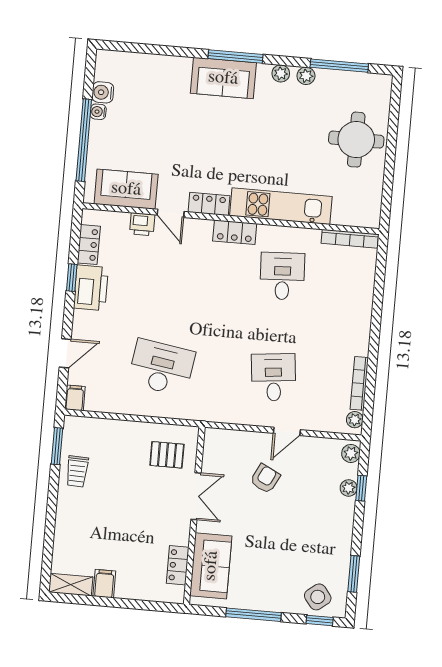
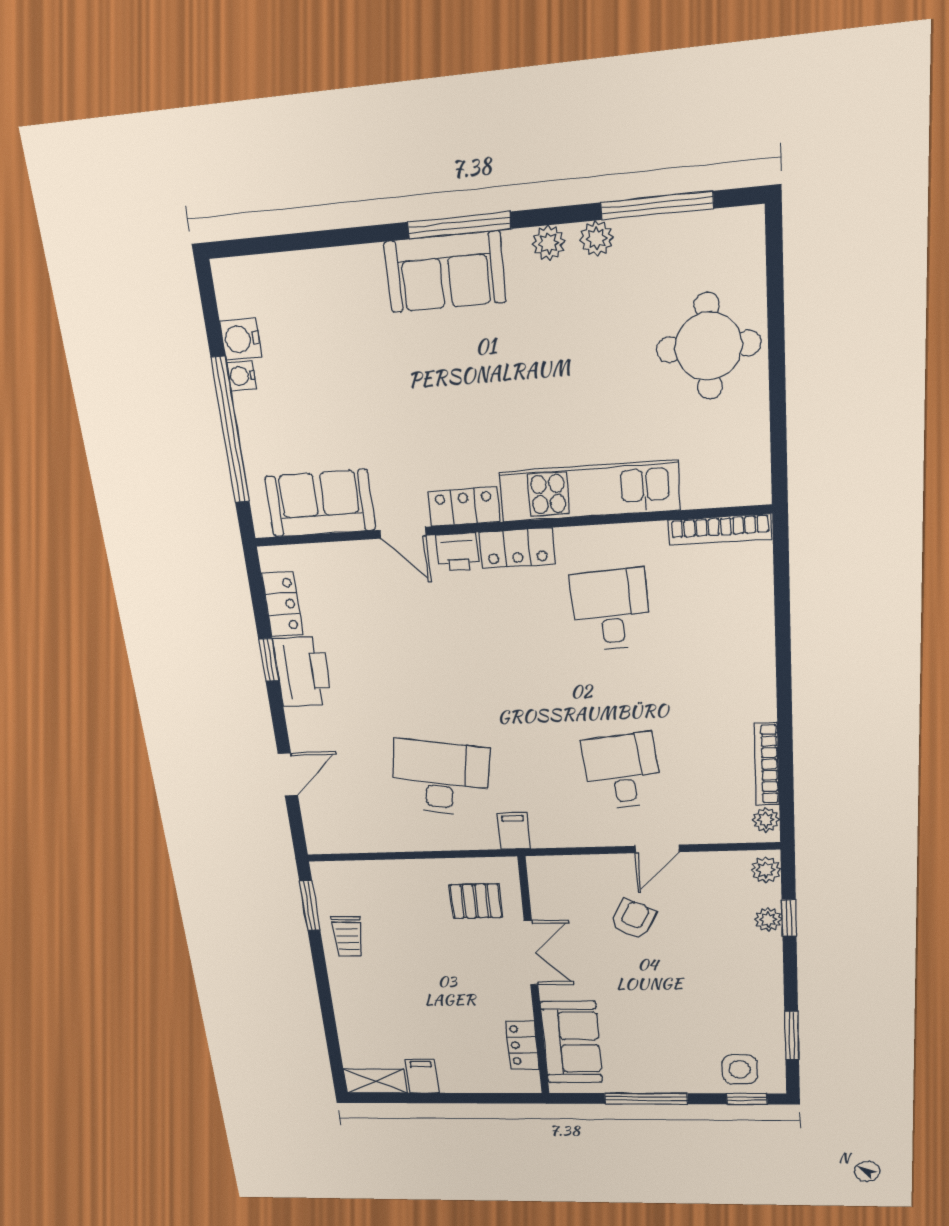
printer: (142, 224) -> (458, 552), moved
filing cabinet: (75, 398) -> (514, 831), moved
side table: (318, 597) -> (740, 1069), turned 38

